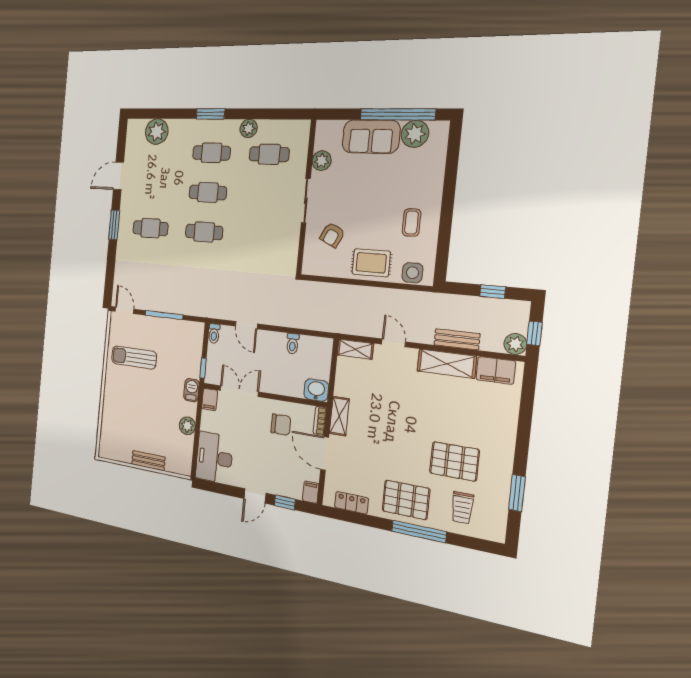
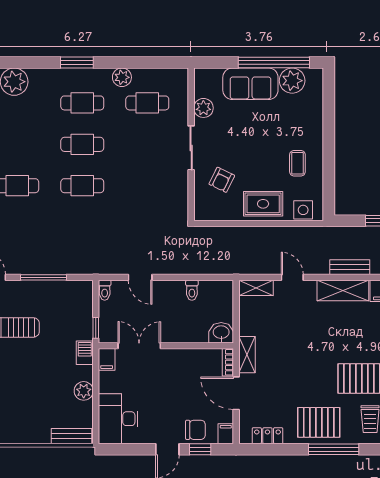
chair: (281, 425) -> (195, 430), moved
bench: (148, 461) -> (71, 436), moved

